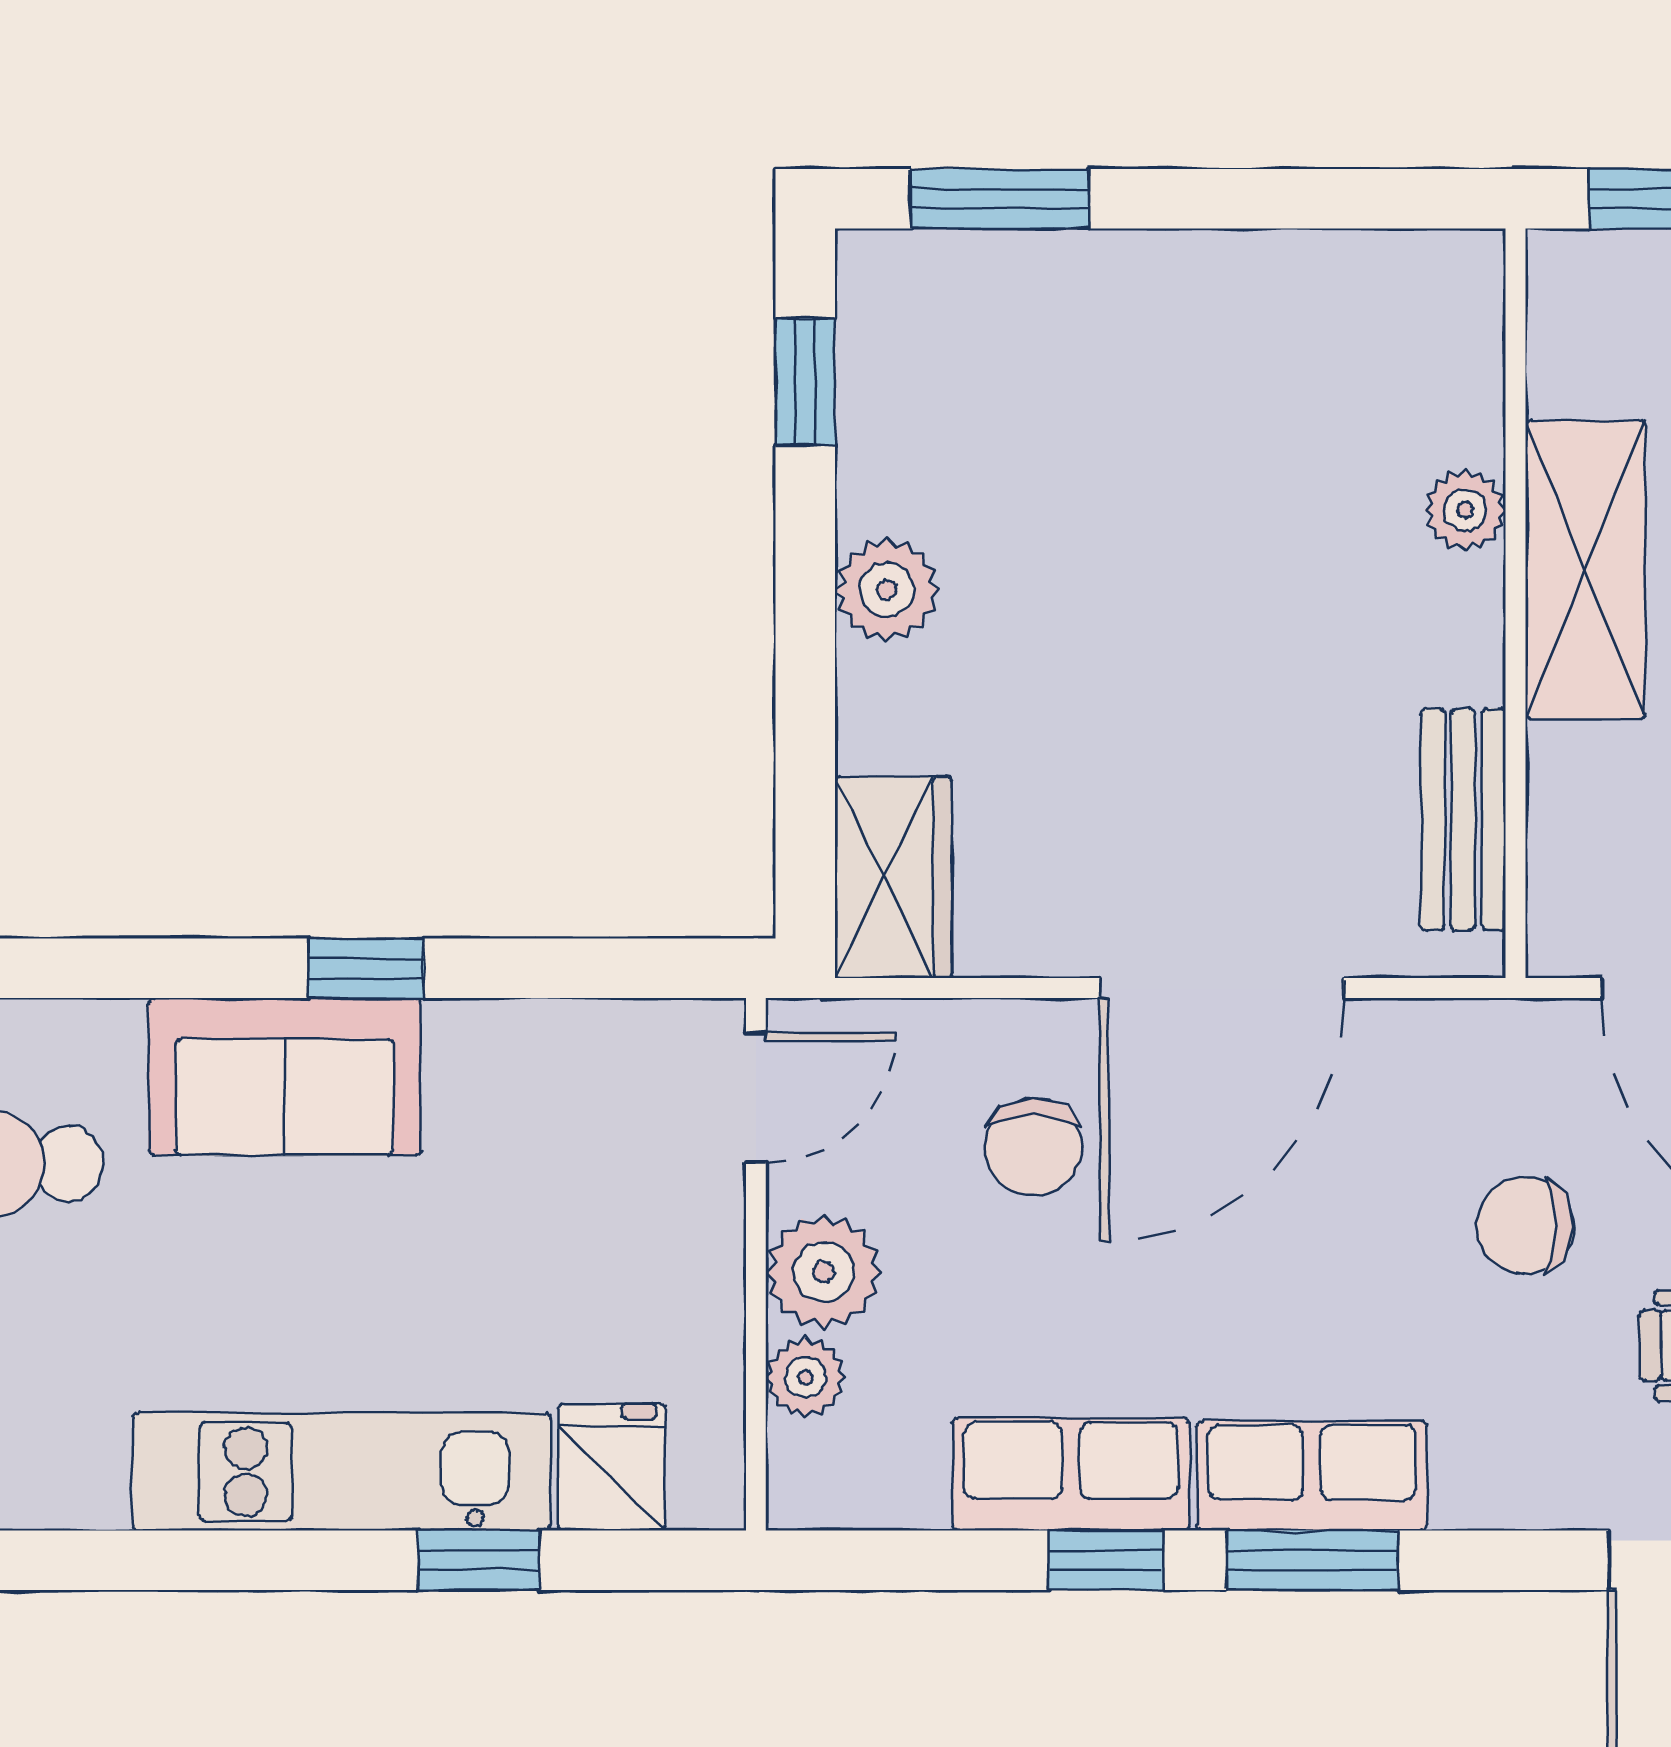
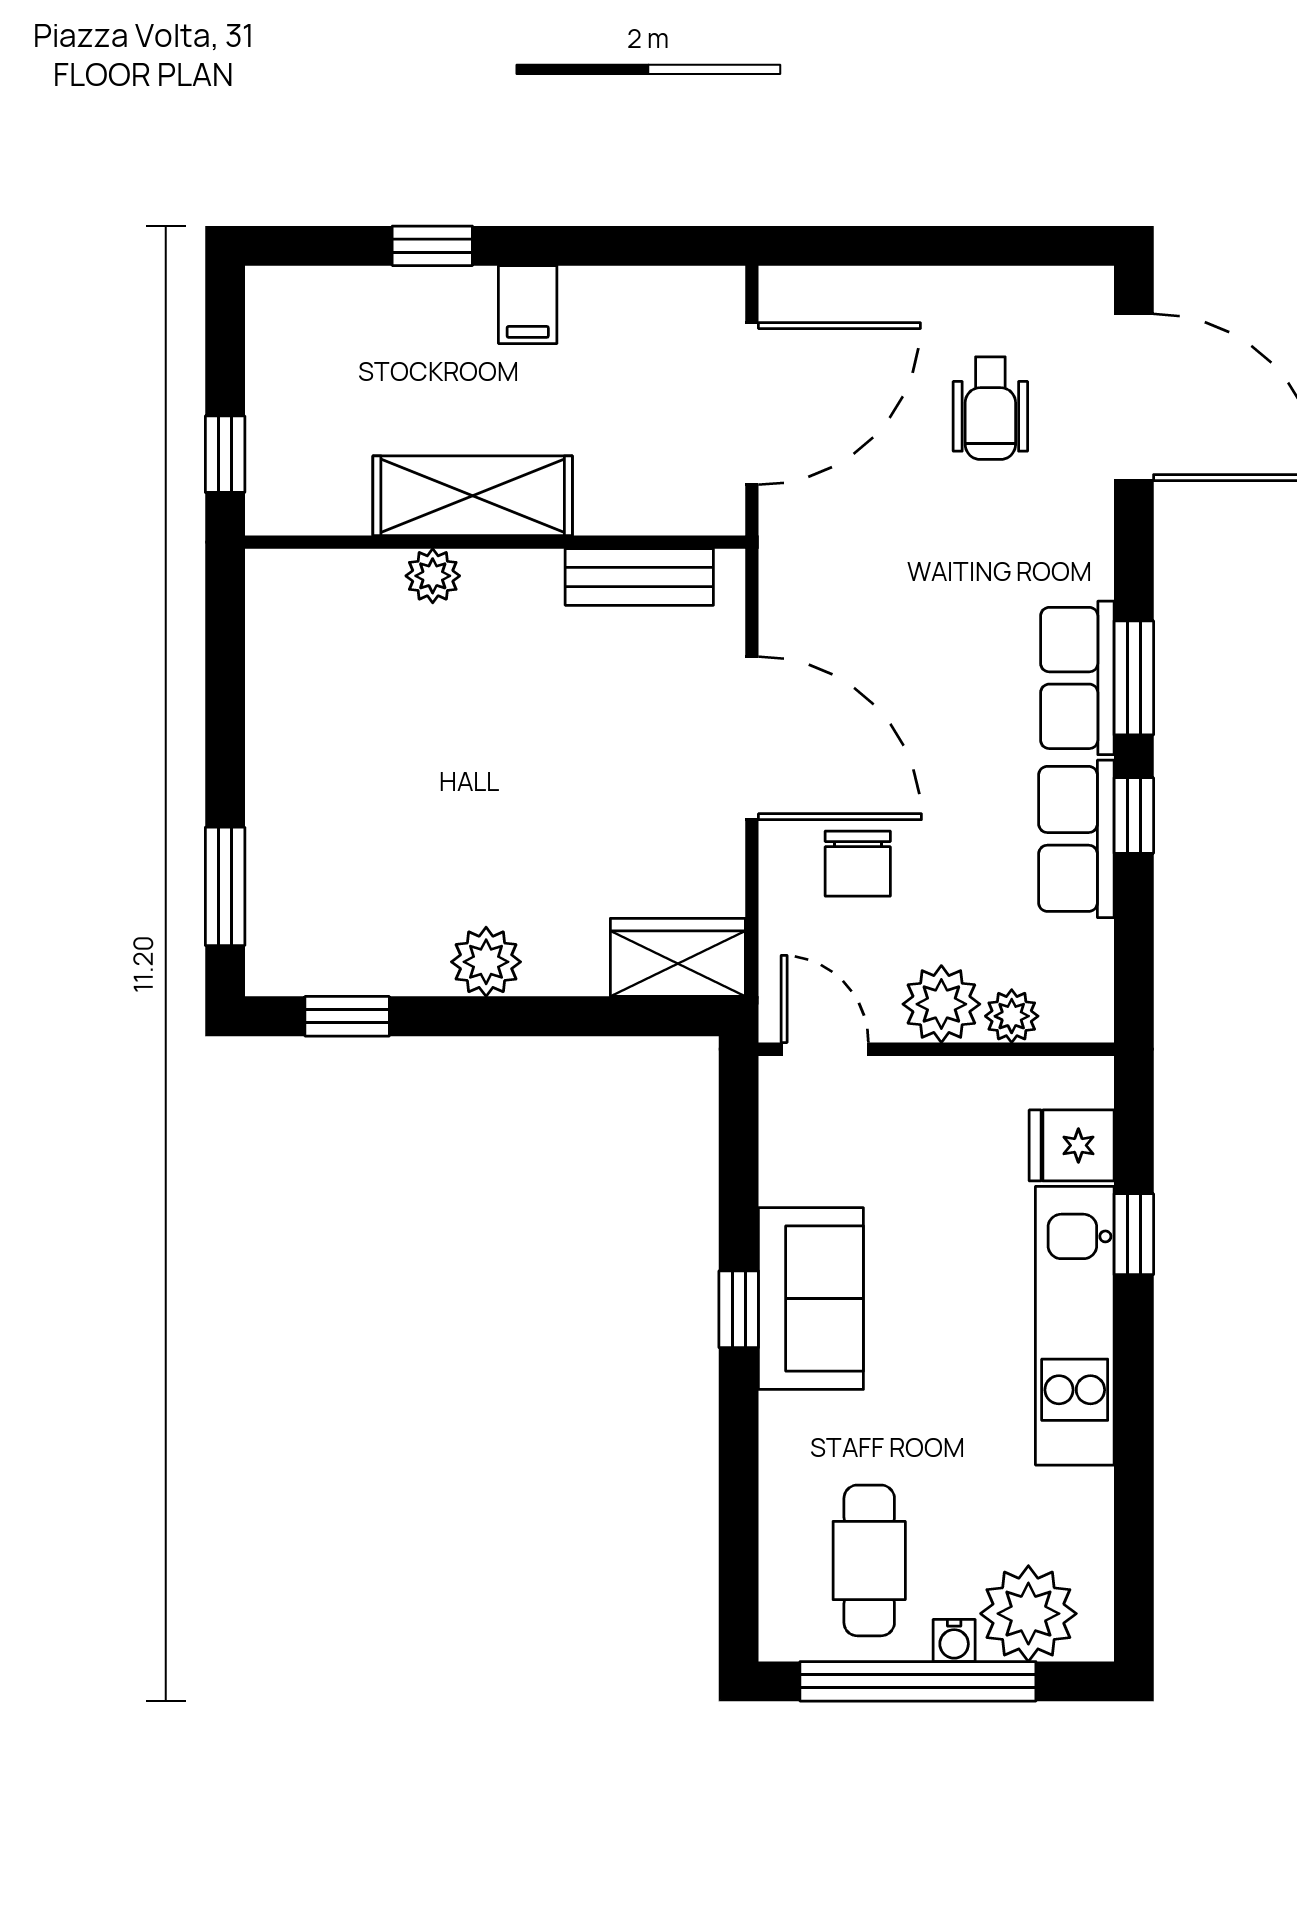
sofa: (285, 1077) -> (811, 1299), moved
chair: (1034, 1147) -> (858, 864), turned 90
chair: (1525, 1226) -> (910, 536), removed

